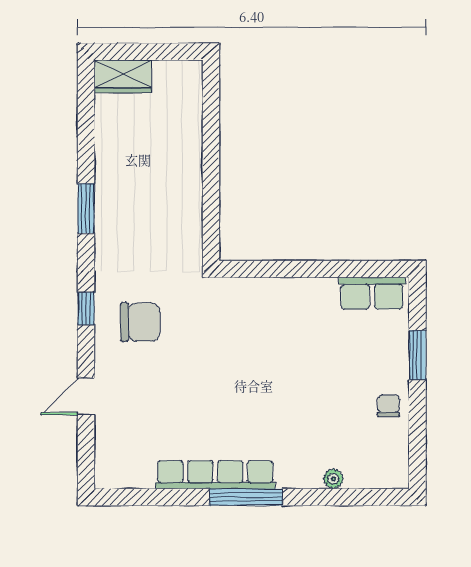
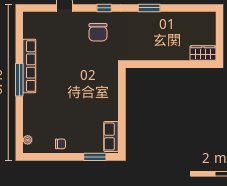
wardrobe: (123, 76) -> (203, 53), moved, turned 90
window: (417, 355) -> (95, 157), moved
plant: (333, 479) -> (28, 140), moved

